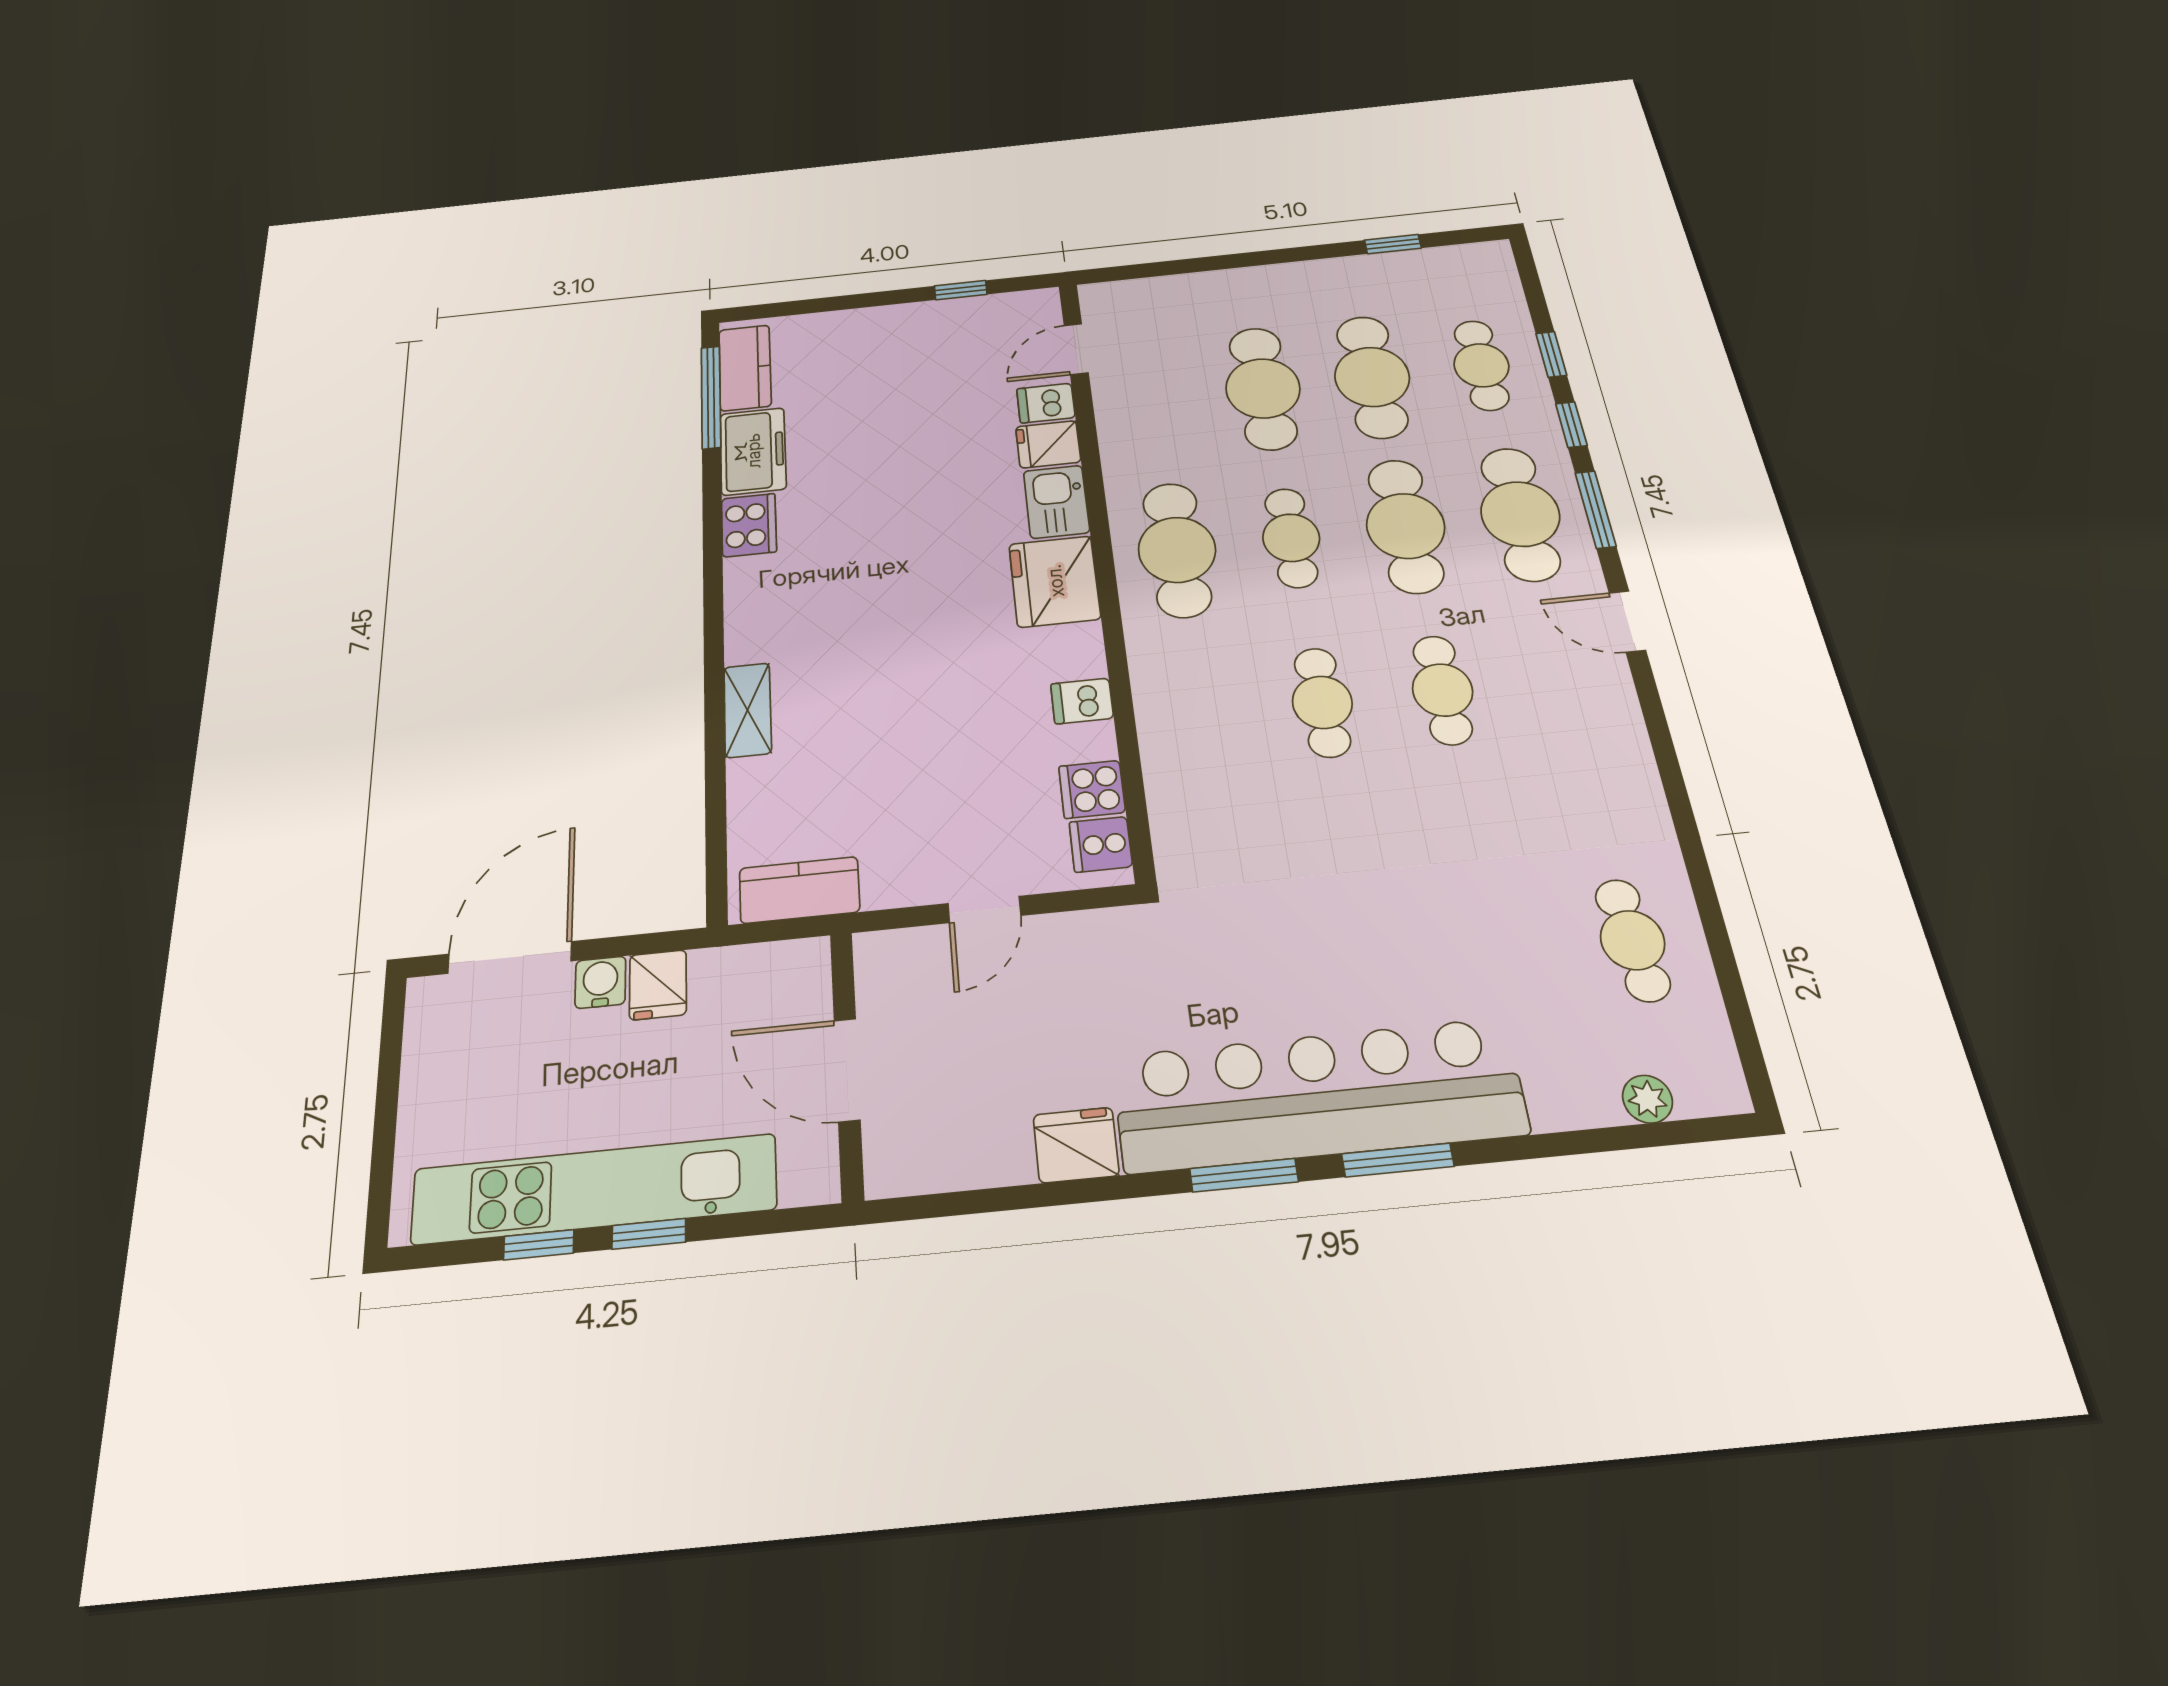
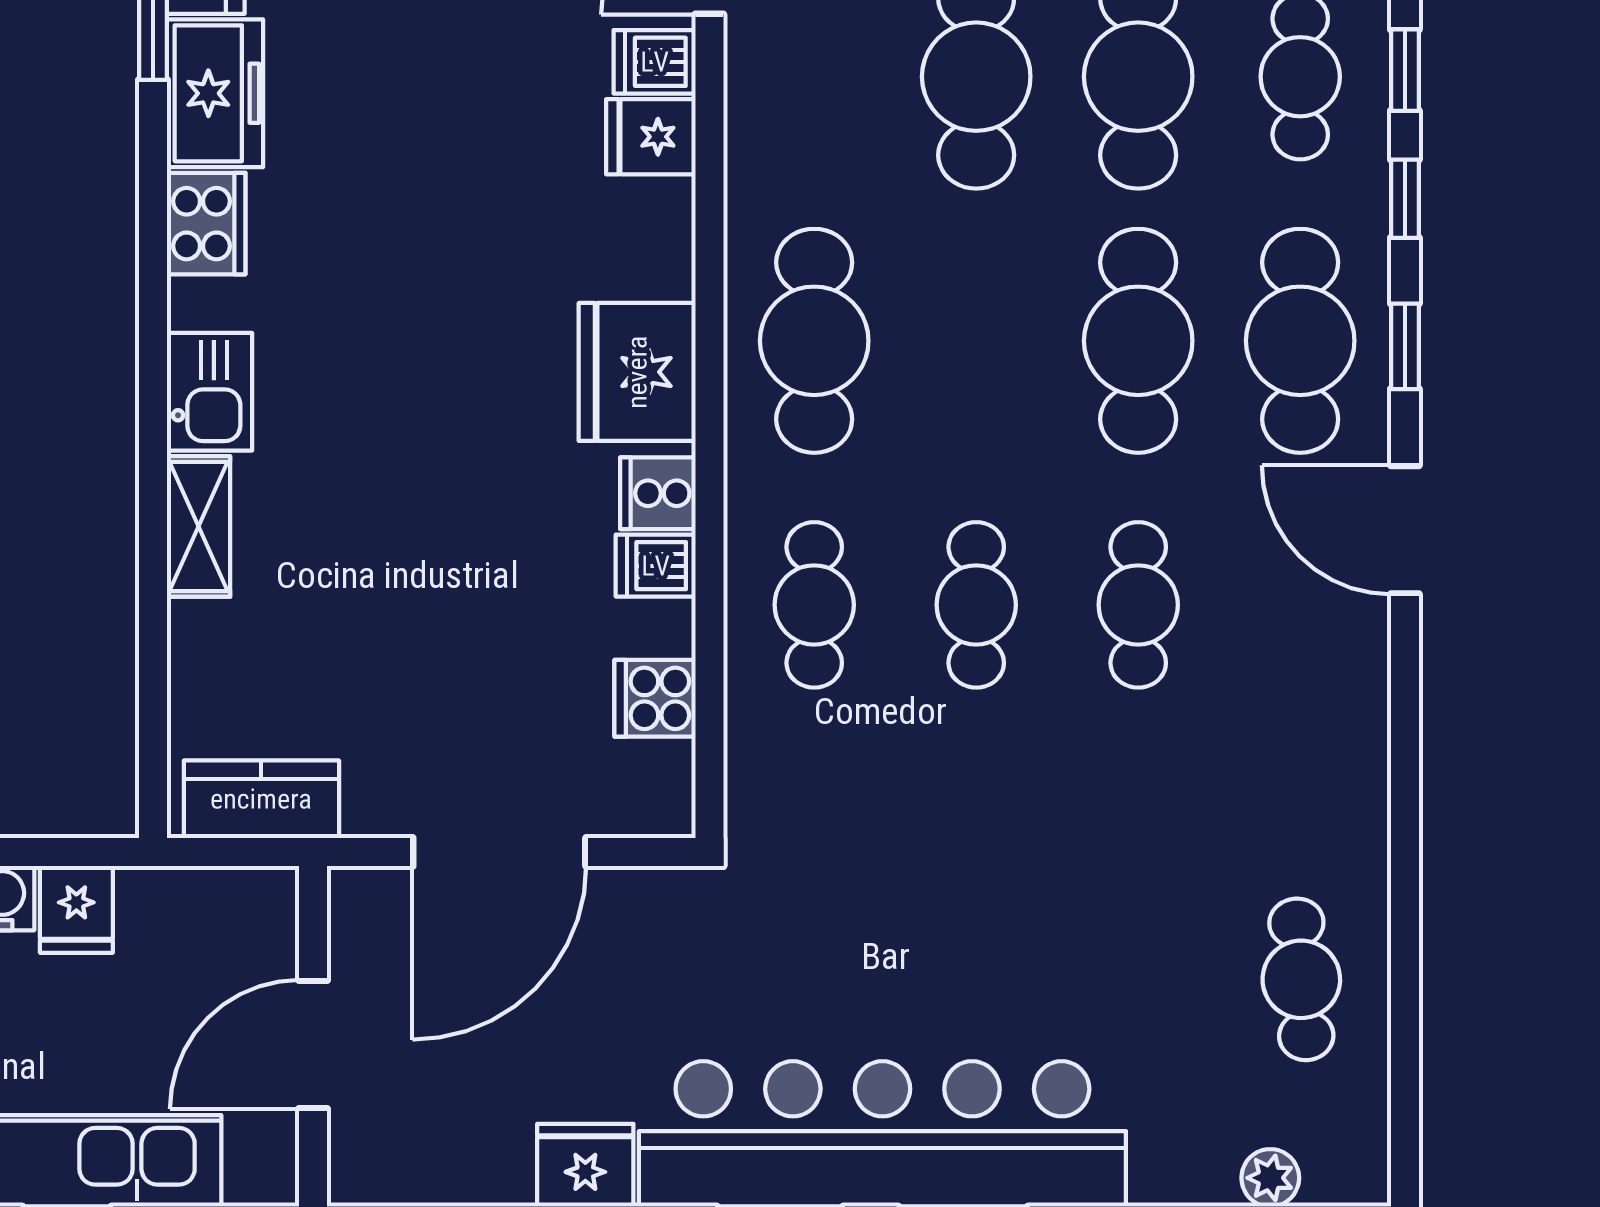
kitchen sink: (1056, 502) -> (210, 392), moved, turned 180
window: (1595, 509) -> (1405, 346), width x0.67
cafe table: (1291, 538) -> (814, 605), moved
door: (1627, 621) -> (1405, 530), width x1.38
cooker: (1101, 844) -> (658, 493), moved
door: (984, 909) -> (499, 852), width x1.87
door: (847, 1070) -> (313, 1045), hinge flipped

